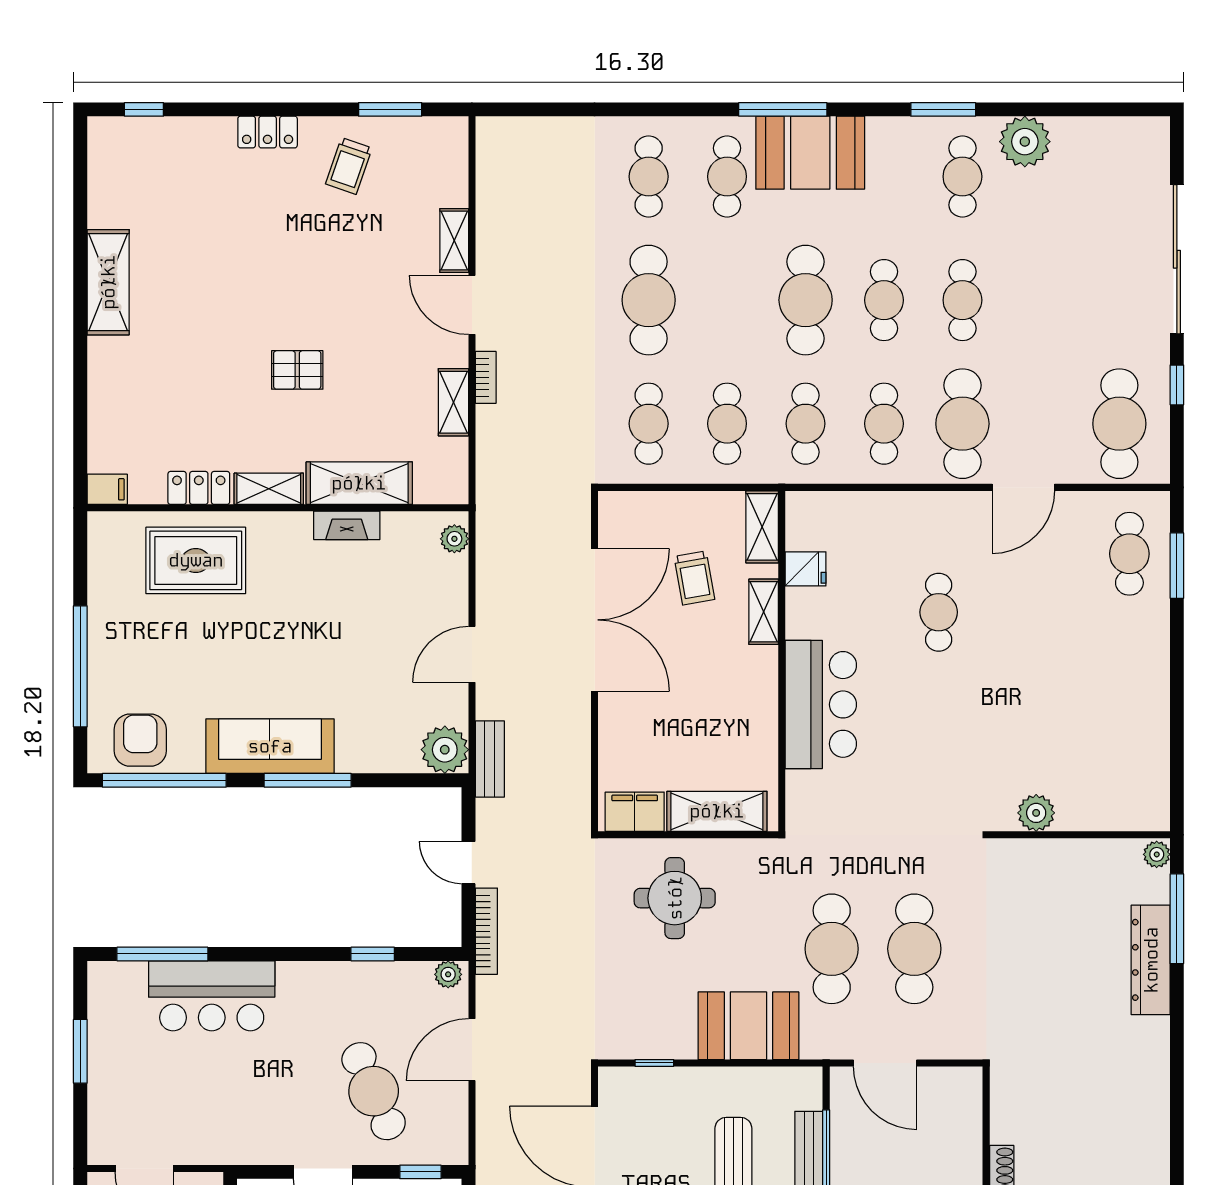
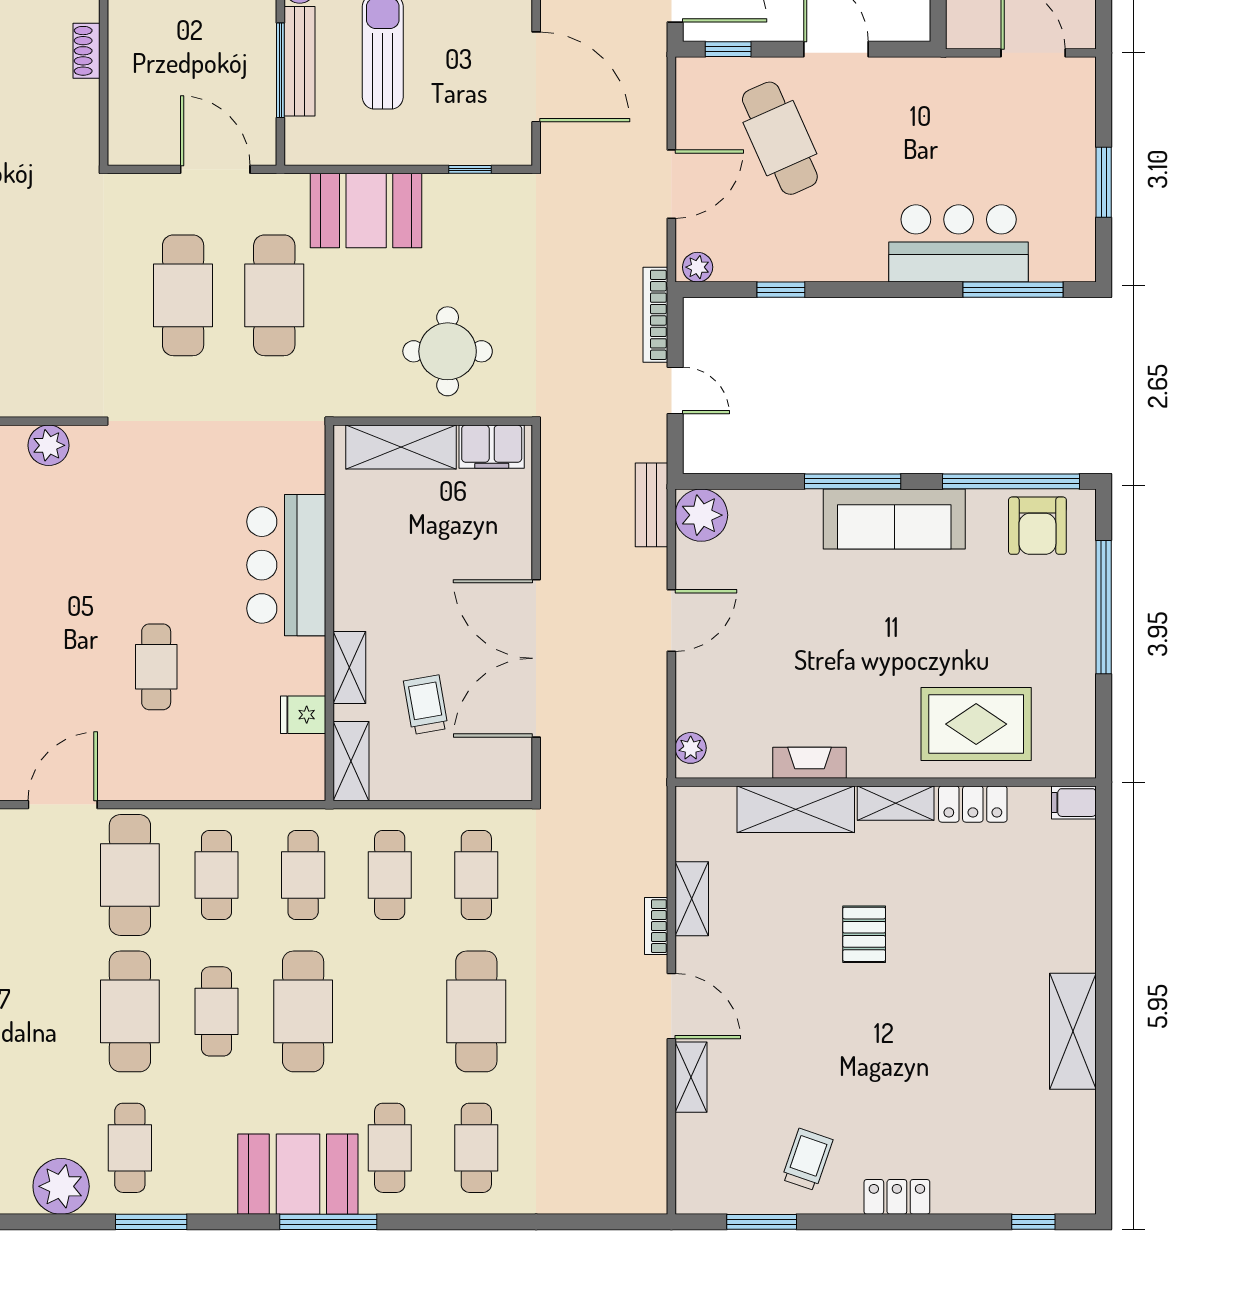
cafe table: (962, 300) -> (130, 1011), width x1.37, depth x1.35
pallet: (297, 370) -> (864, 934), turned 90

